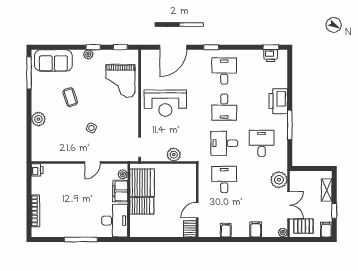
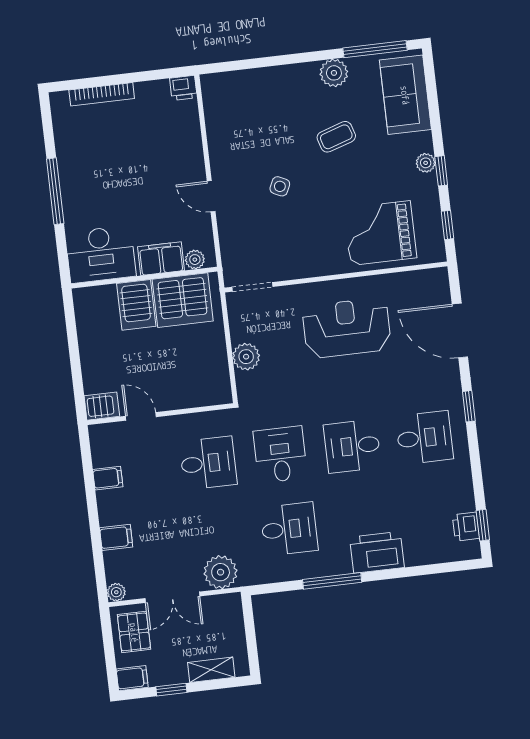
reception desk: (165, 103) -> (347, 328), turned 90
plant: (38, 119) -> (334, 73), moved

